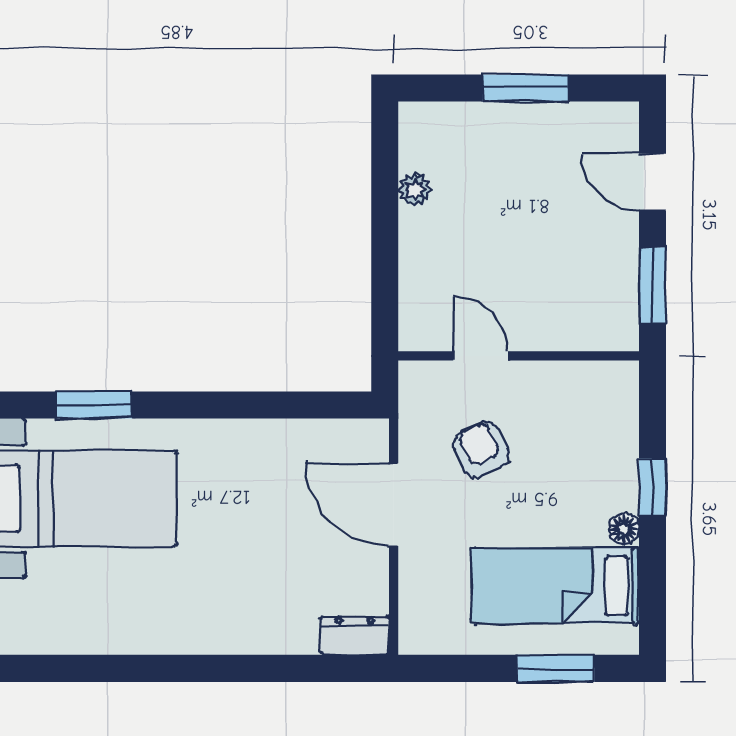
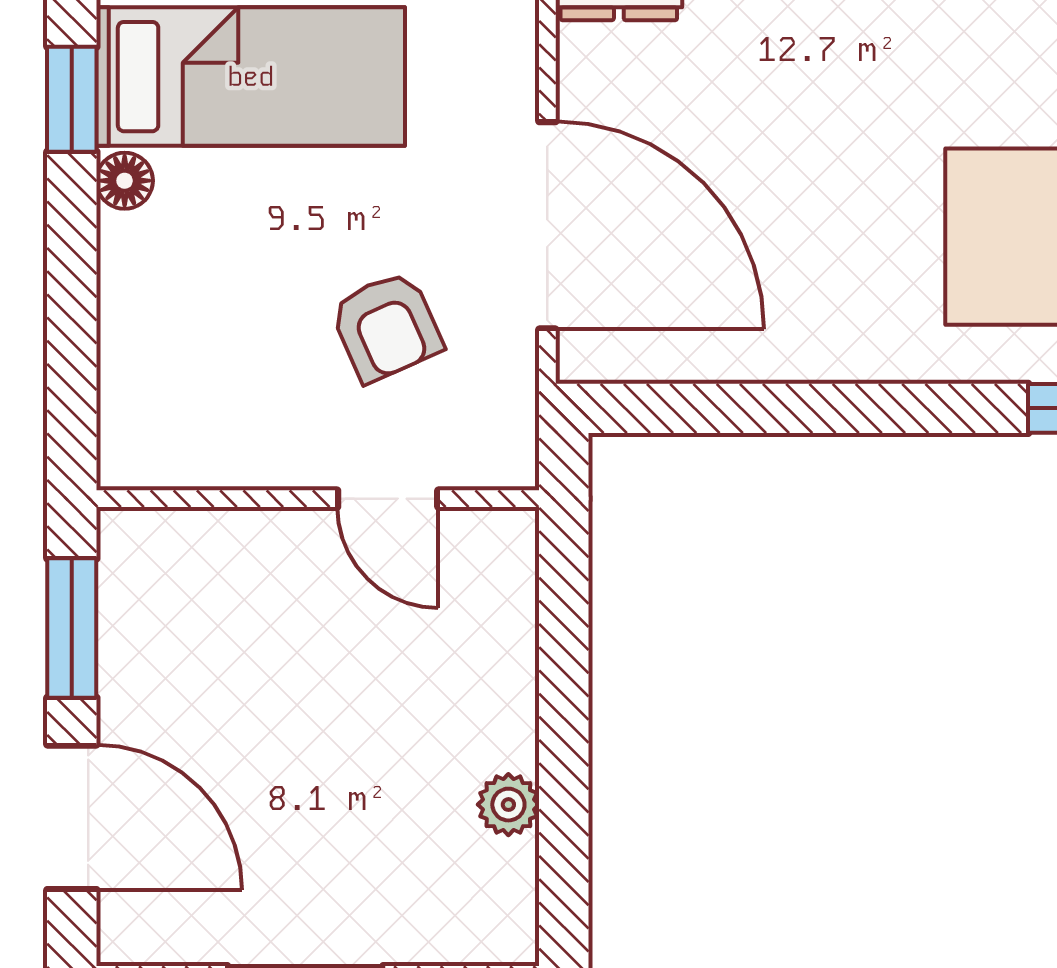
door: (653, 182) -> (72, 817), width x1.38
window: (653, 487) -> (72, 99), moved
door: (394, 505) -> (547, 225), width x1.36

